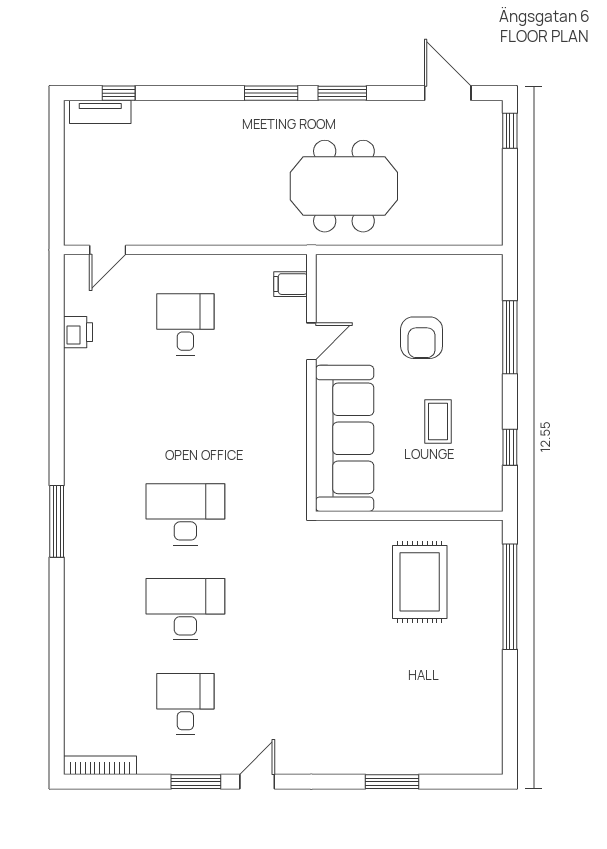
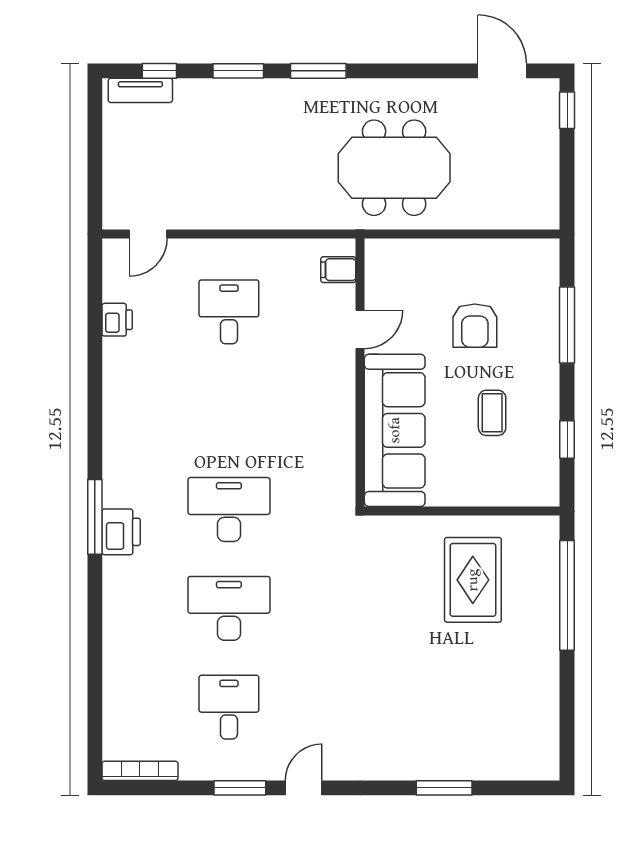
window: (342, 93) -> (238, 71), moved
printer: (82, 536) -> (121, 532), added

